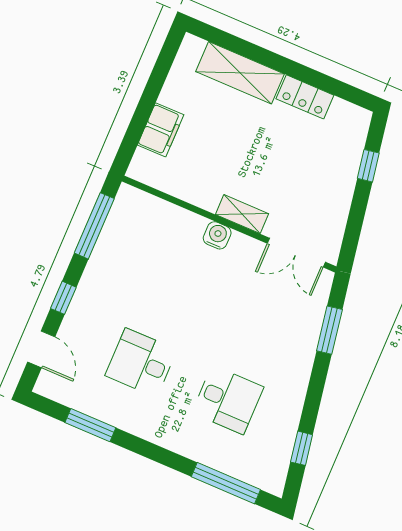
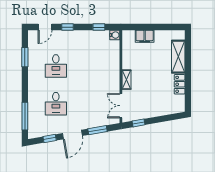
window: (368, 166) -> (139, 123), moved
window: (94, 226) -> (99, 27), width x0.46
water cooler: (217, 235) -> (115, 35), moved
desk: (141, 363) -> (56, 66), turned 180
door: (315, 392) -> (72, 135), added

